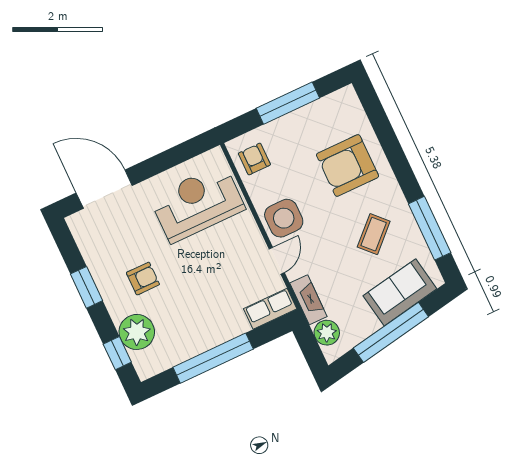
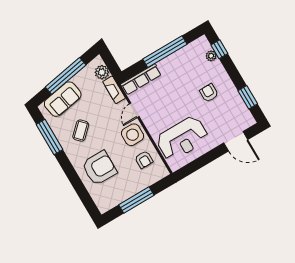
armchair: (254, 159) -> (144, 160), moved
door: (104, 189) -> (236, 141), width x0.73
armchair: (143, 279) -> (209, 93), turned 90
window: (87, 287) -> (248, 97), moved
row of seats: (270, 309) -> (141, 79), width x1.48
plant: (137, 332) -> (211, 56), width x0.53, depth x0.53

